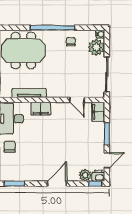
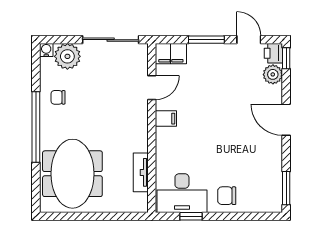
tv unit: (29, 93) -> (141, 172), width x0.71
filing cabinet: (41, 109) -> (166, 119), moved, width x0.50

